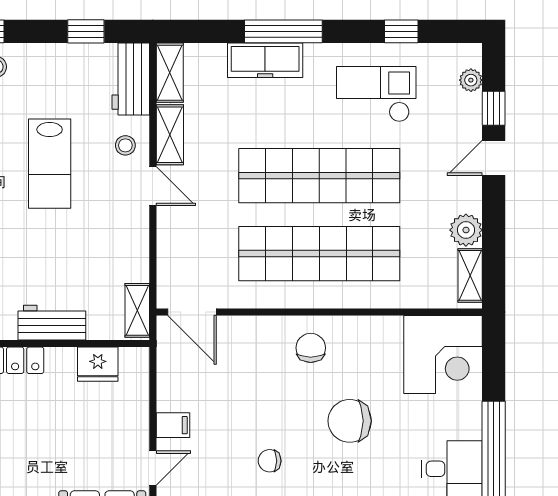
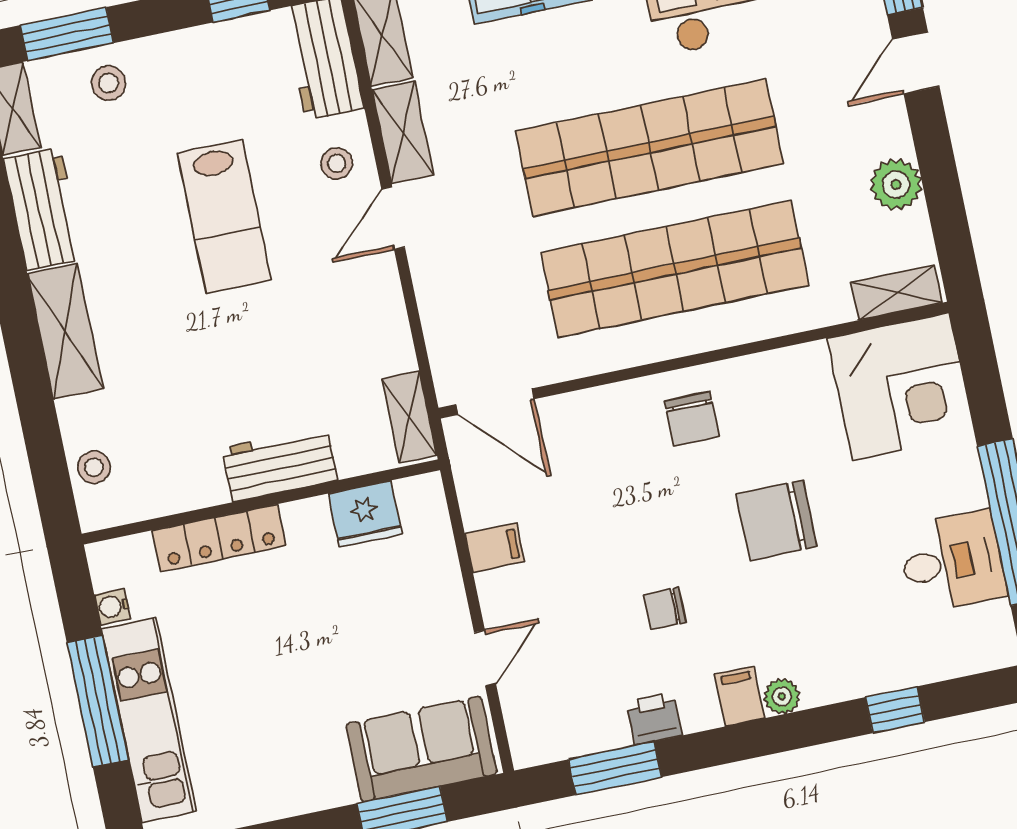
door: (153, 186) -> (393, 218), swing flipped
shelving: (470, 275) -> (896, 293), moved, turned 90
chair: (311, 348) -> (692, 419), turned 180
filing cabinet: (173, 425) -> (495, 548), moved

